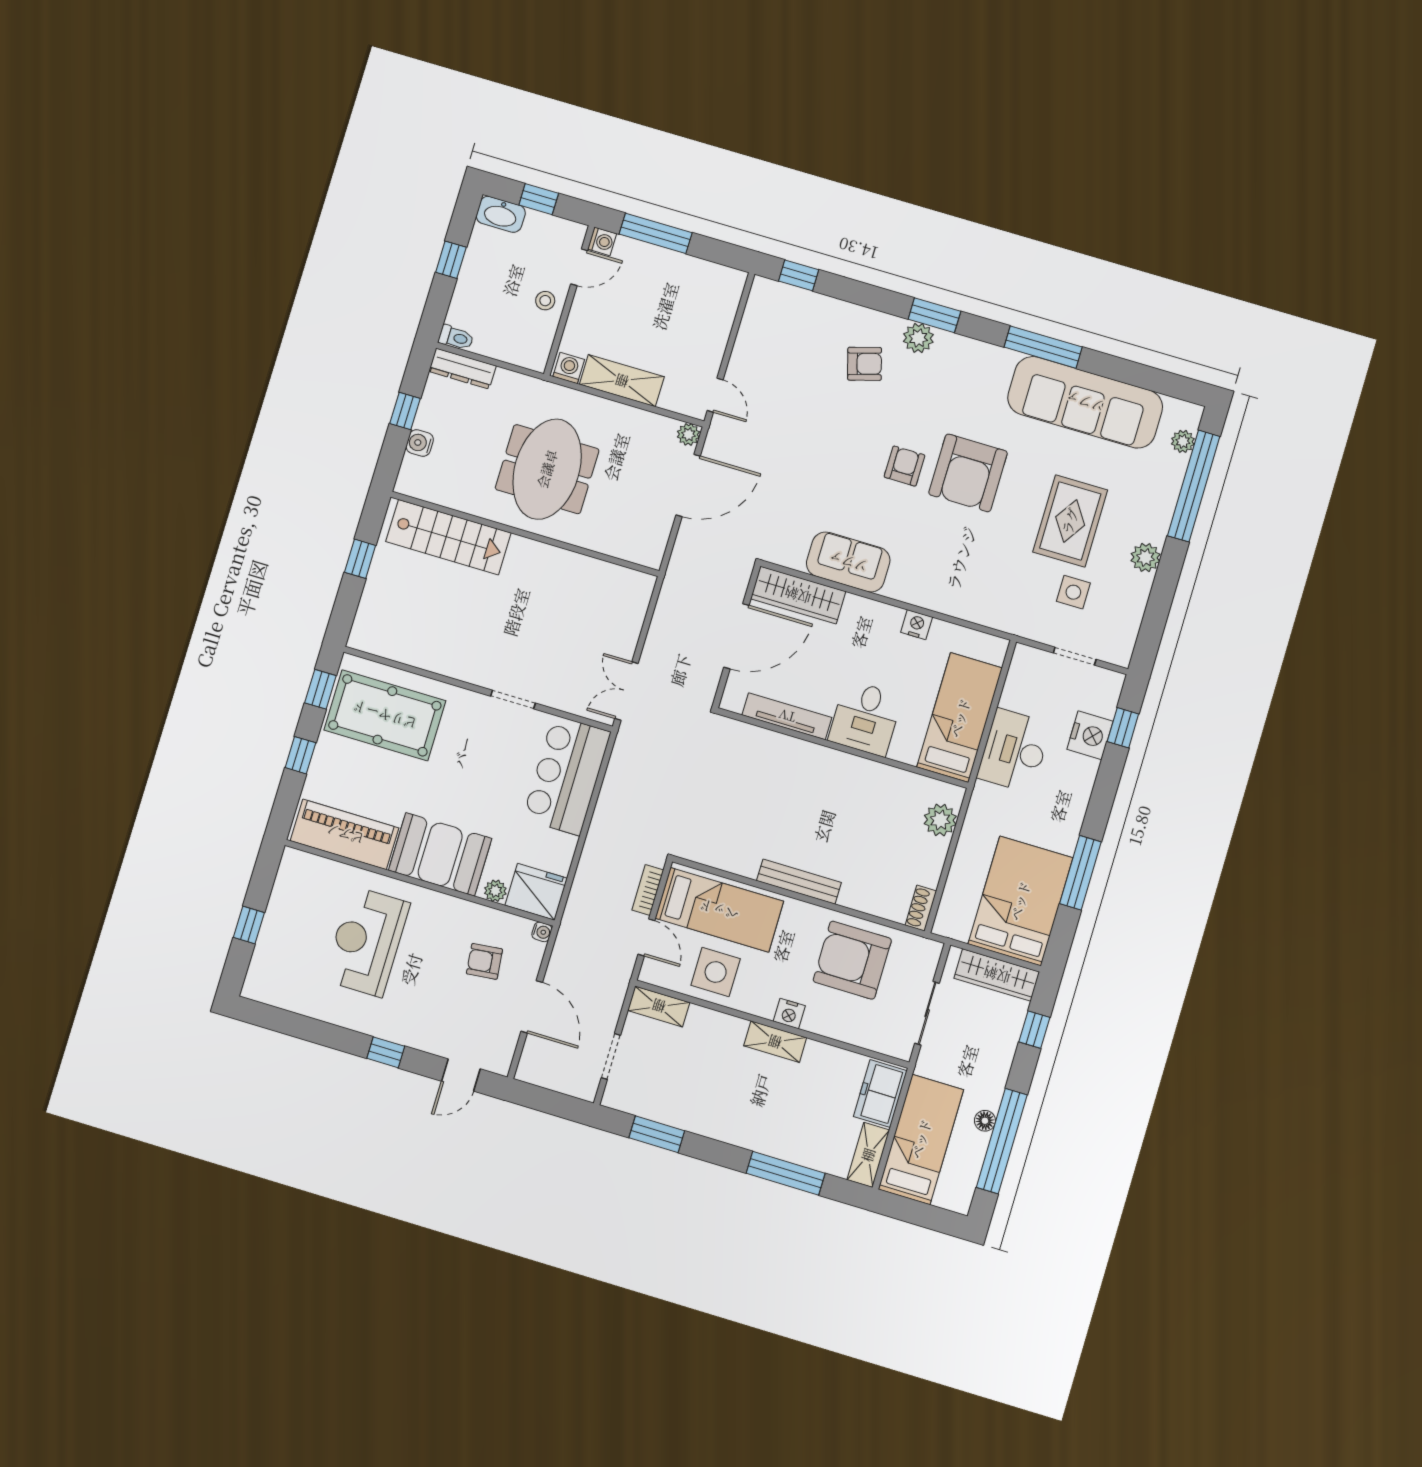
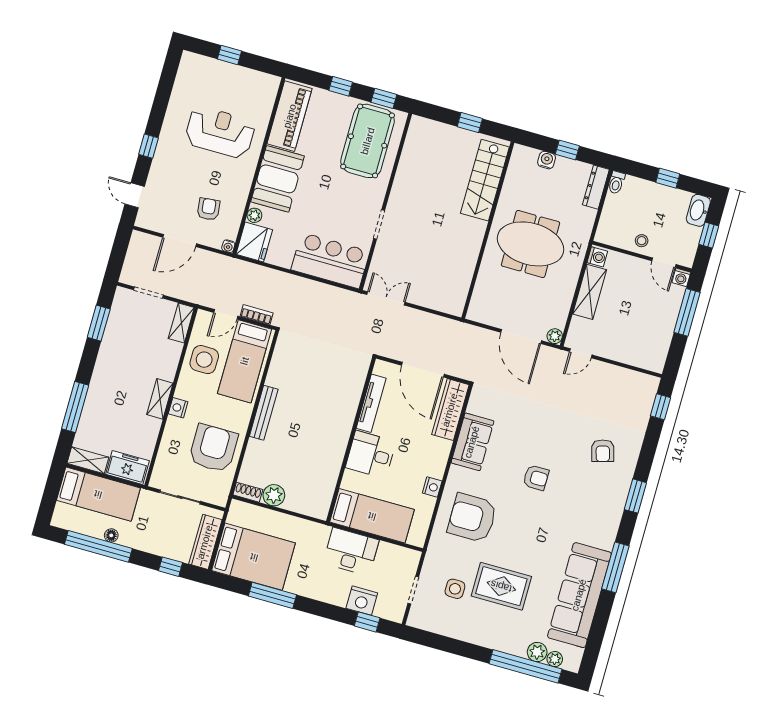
plant: (918, 338) -> (620, 486), removed
armchair: (968, 473) -> (472, 518), moved
plant: (1146, 557) -> (537, 652), moved
plant: (940, 820) -> (274, 495), moved

